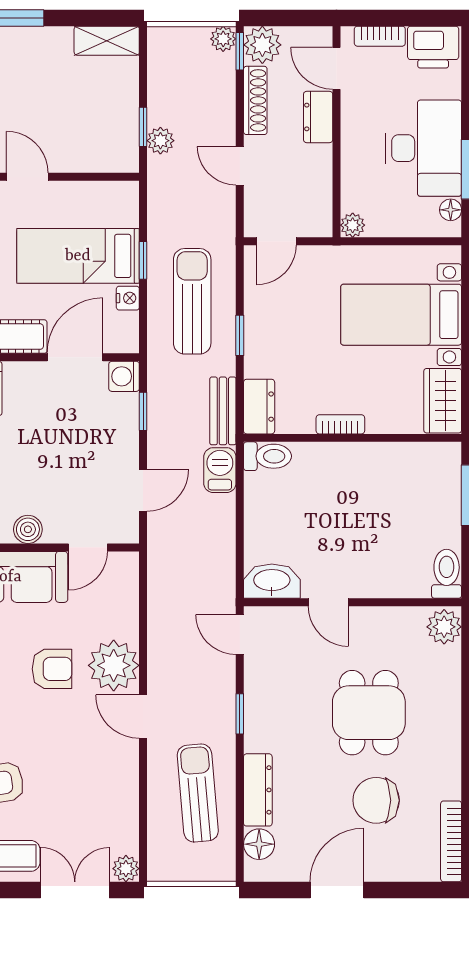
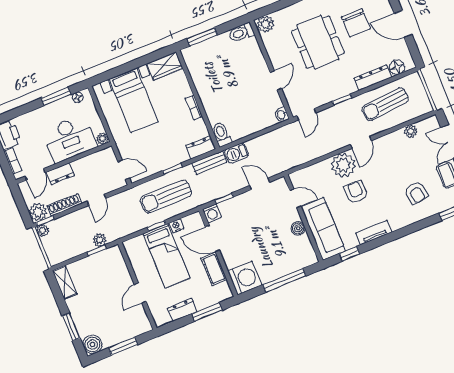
desk: (424, 148) -> (69, 139), moved, turned 180
washbasin: (272, 581) -> (282, 115), width x0.52, depth x0.69
dining table: (369, 713) -> (318, 42), width x1.37
plant: (126, 869) -> (411, 131), moved

